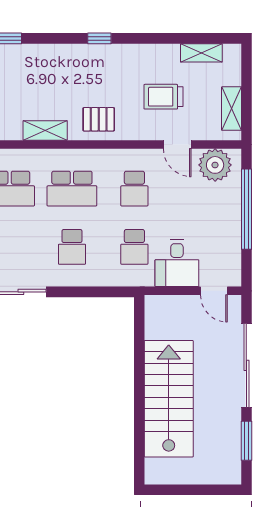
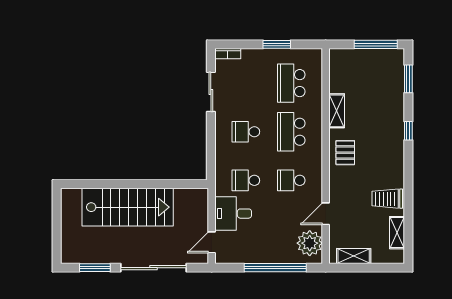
window: (99, 38) -> (408, 131), moved
trolley: (163, 97) -> (387, 199), moved, turned -90

